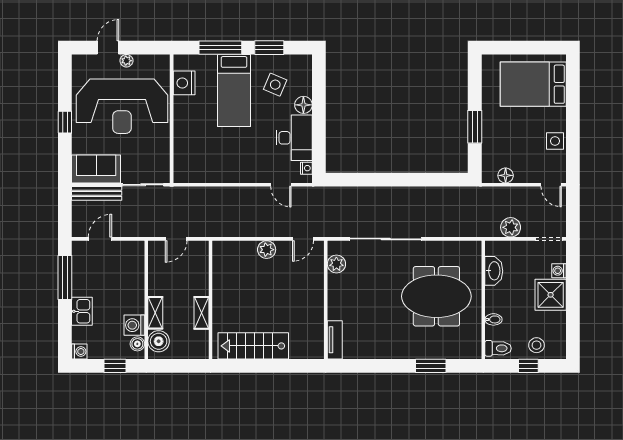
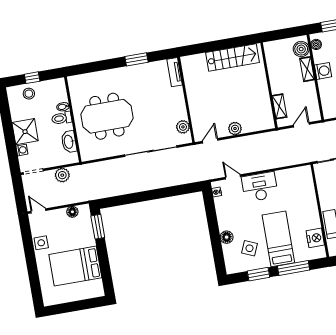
bed: (533, 84) -> (75, 266), moved, turned 180
window: (475, 127) -> (98, 227), moved
desk: (294, 138) -> (260, 187), moved, turned 90
shelving: (201, 313) -> (279, 106), moved
washing machine: (134, 325) -> (323, 71), moved
toilet: (498, 348) -> (62, 118), moved
window: (431, 366) -> (136, 59), moved

